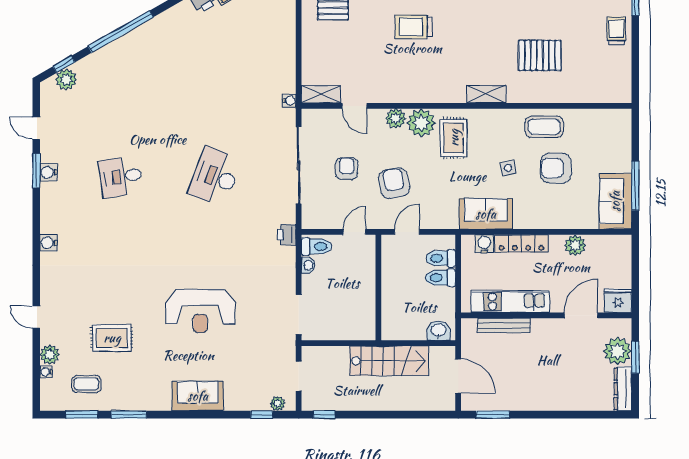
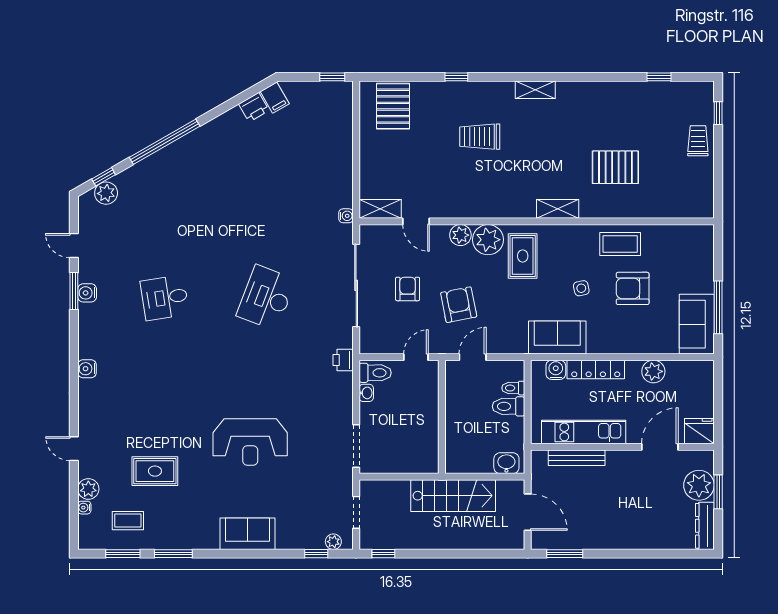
toilet: (441, 258) -> (513, 388), width x0.73, depth x0.72

